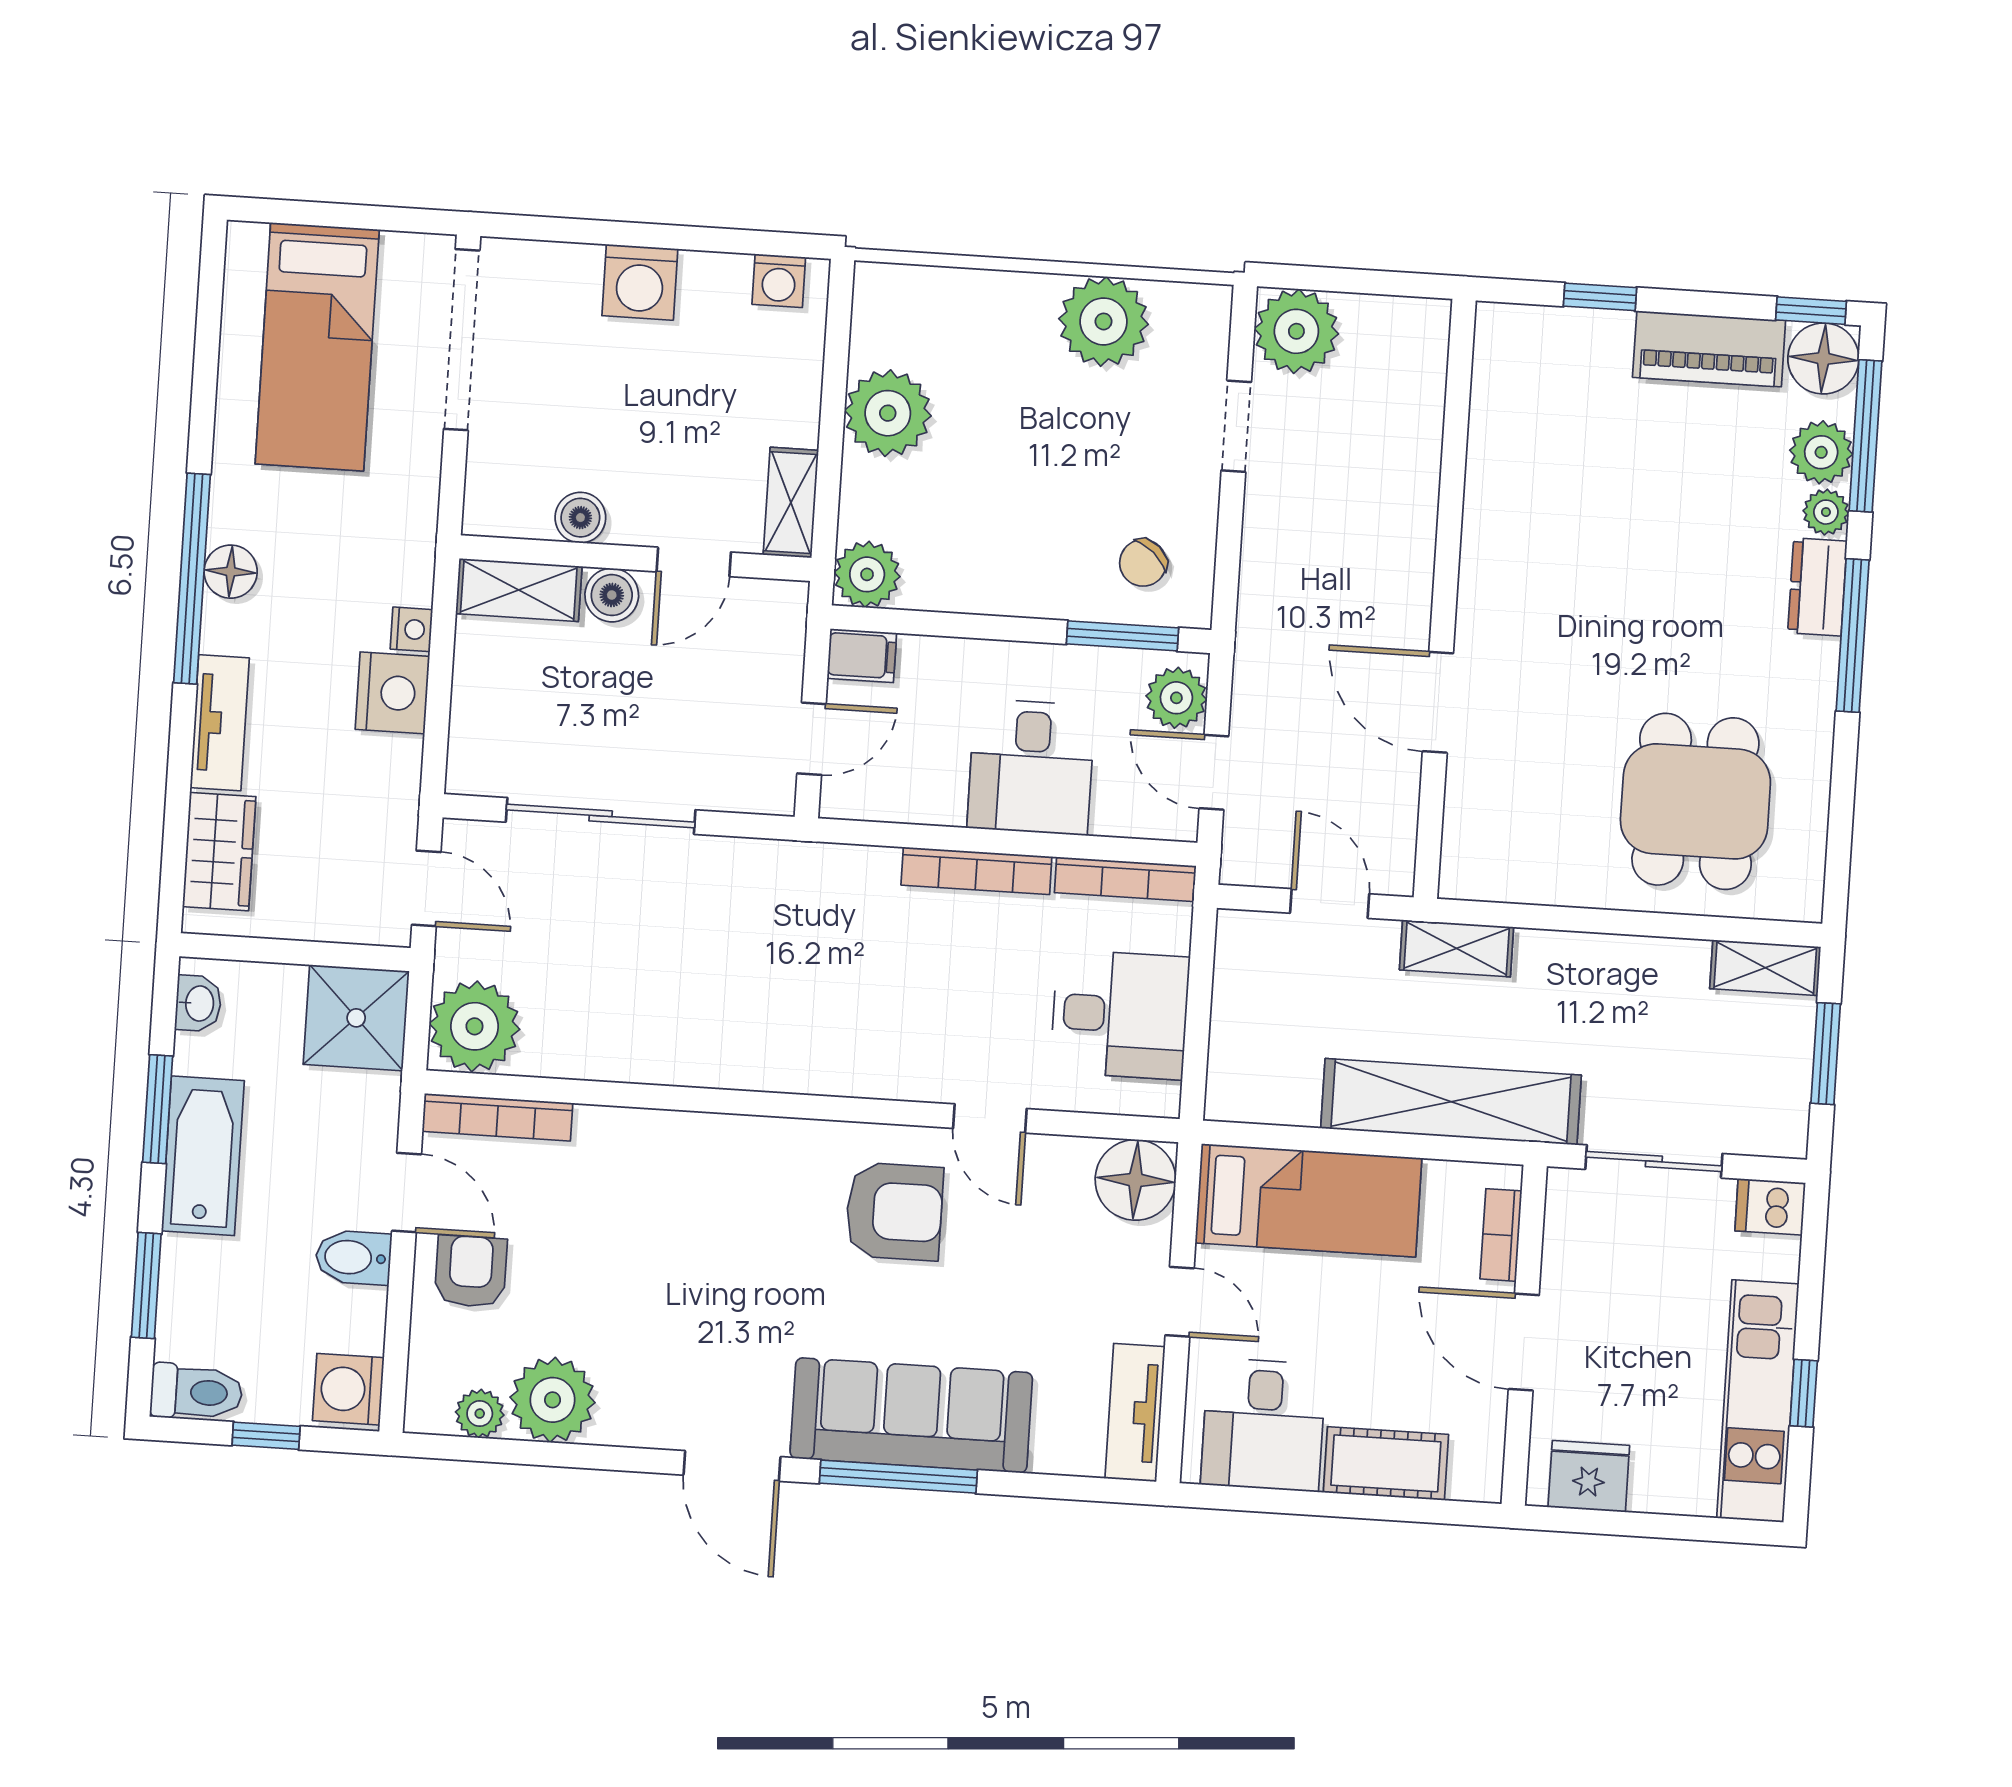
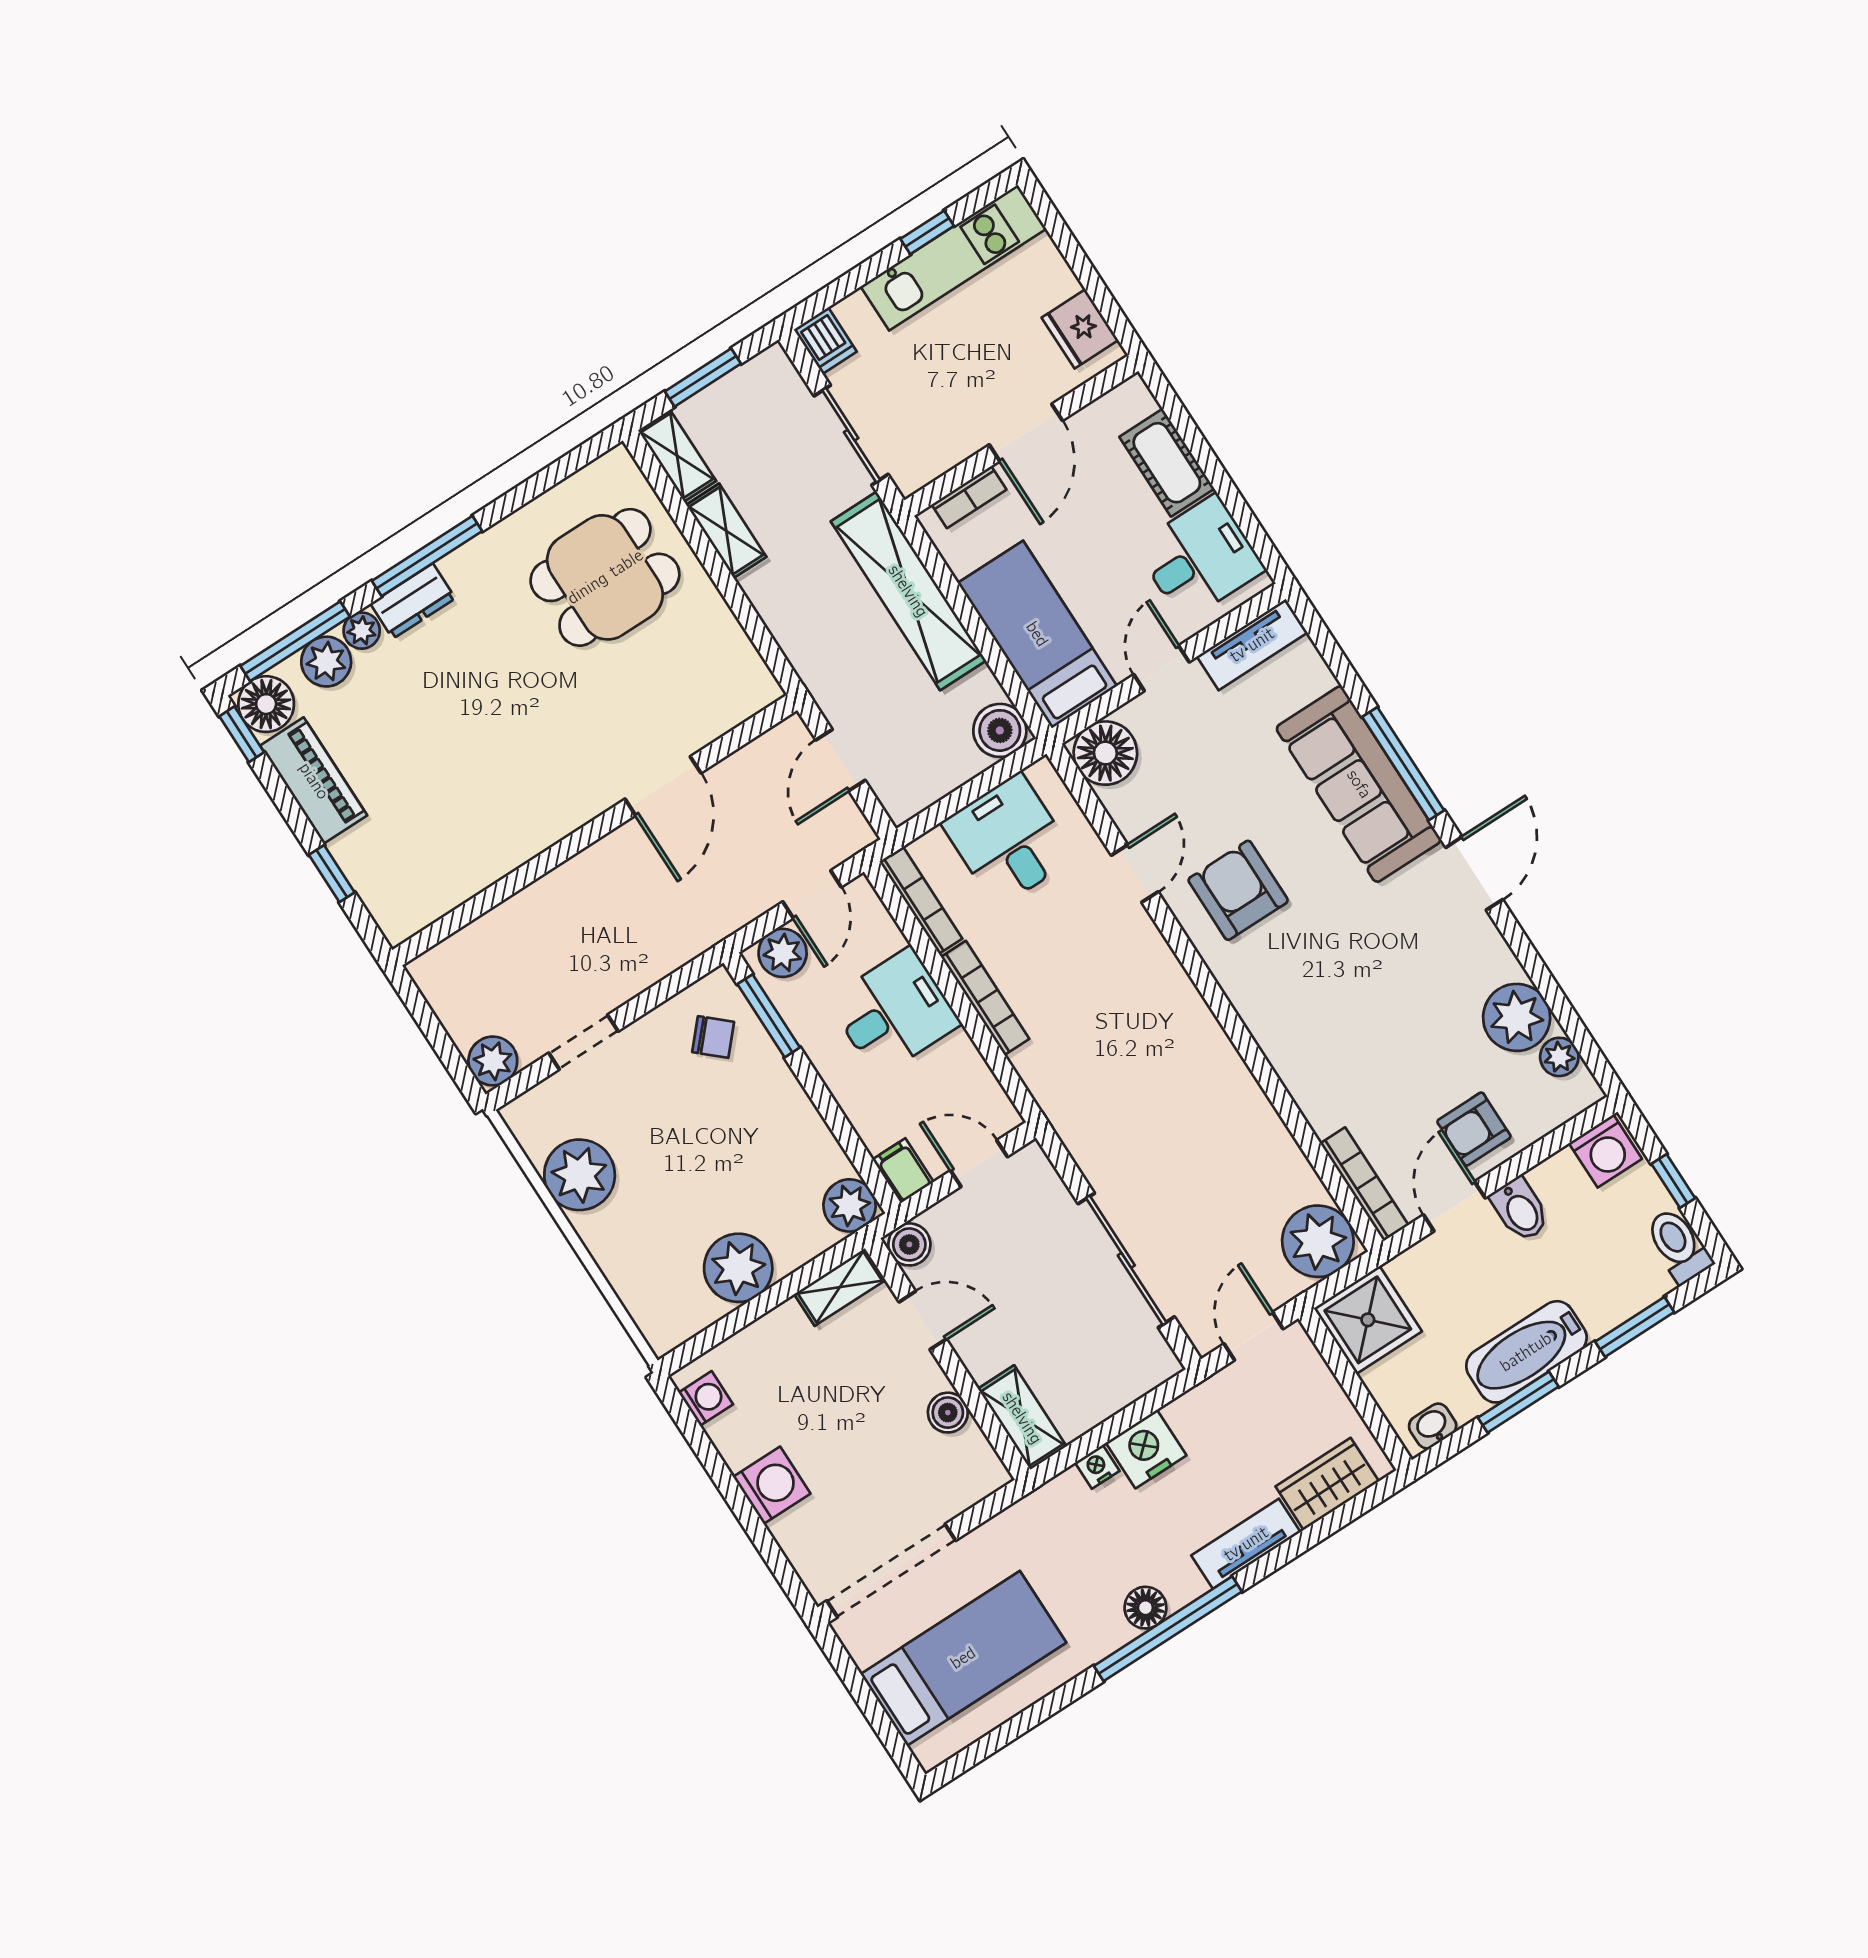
plant: (1296, 331) -> (493, 1061), width x0.73, depth x0.73
boiler: (612, 595) -> (909, 1244), moved
shelving: (1457, 948) -> (726, 531), moved
boiler: (1239, 1089) -> (1000, 730), added

